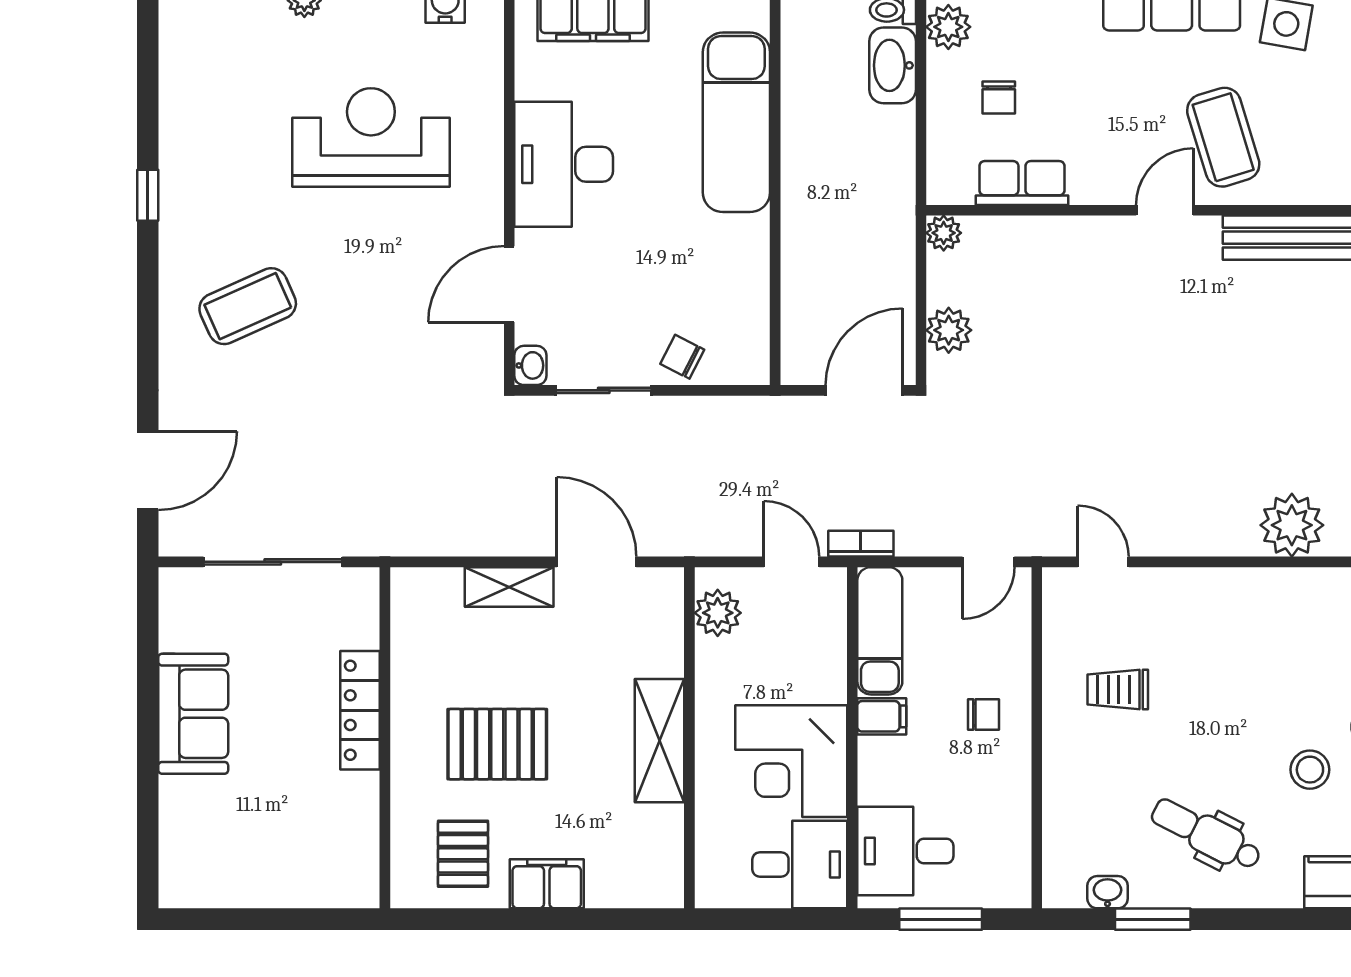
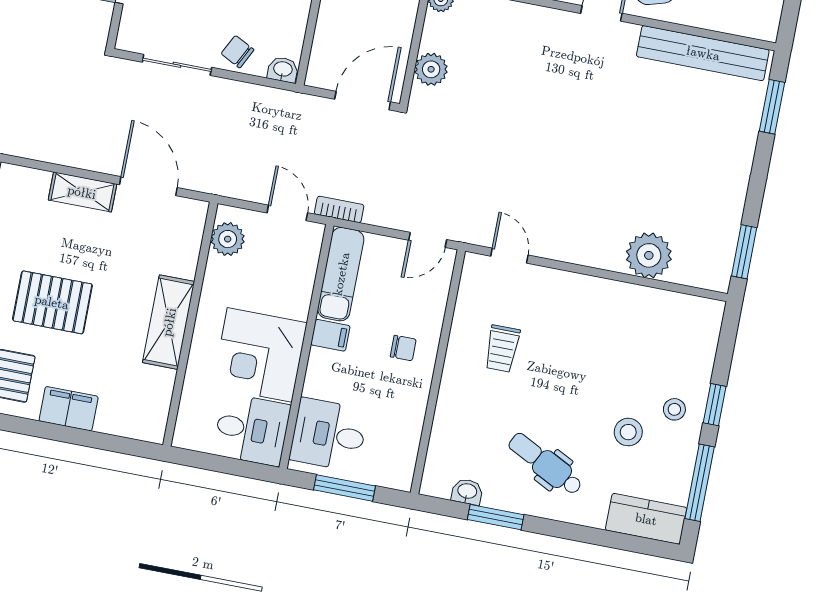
washbasin: (530, 365) -> (283, 70), moved, turned -90
trolley: (1118, 690) -> (502, 349), turned -90

